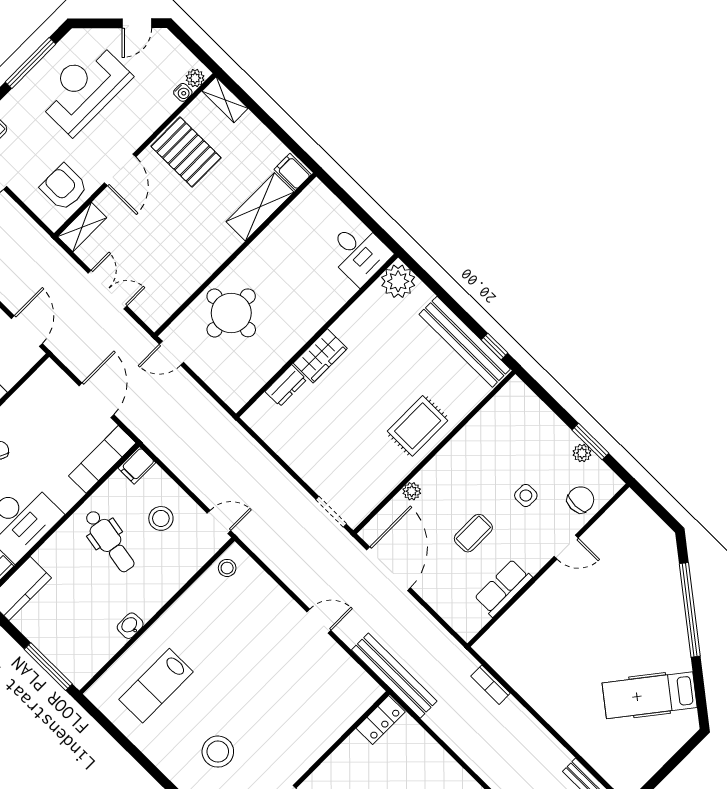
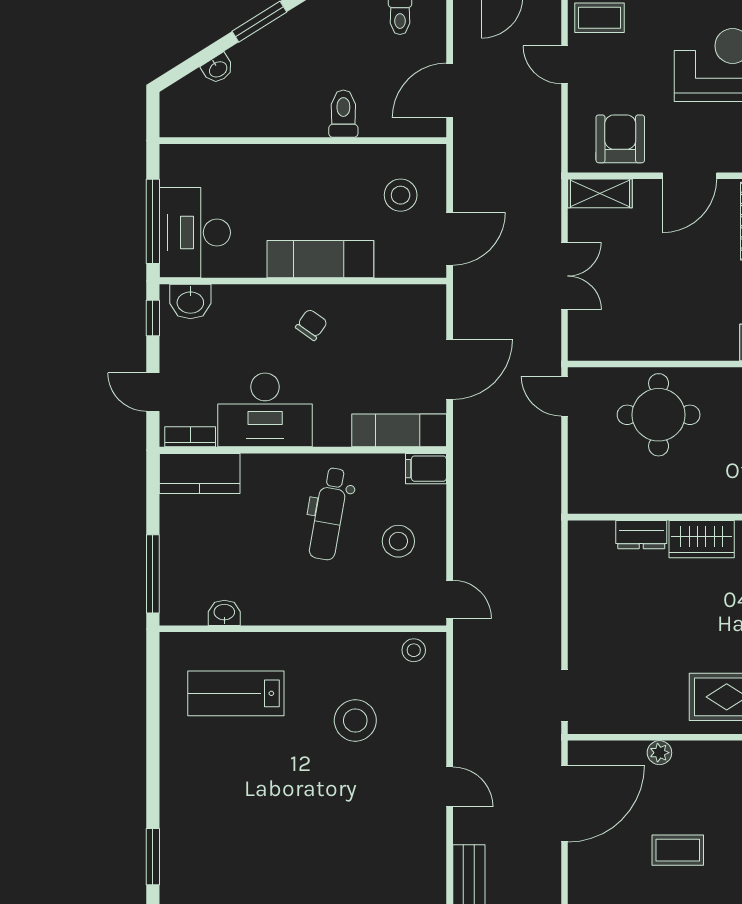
washbasin: (130, 626) -> (224, 613), moved
stool: (218, 752) -> (355, 721), moved

